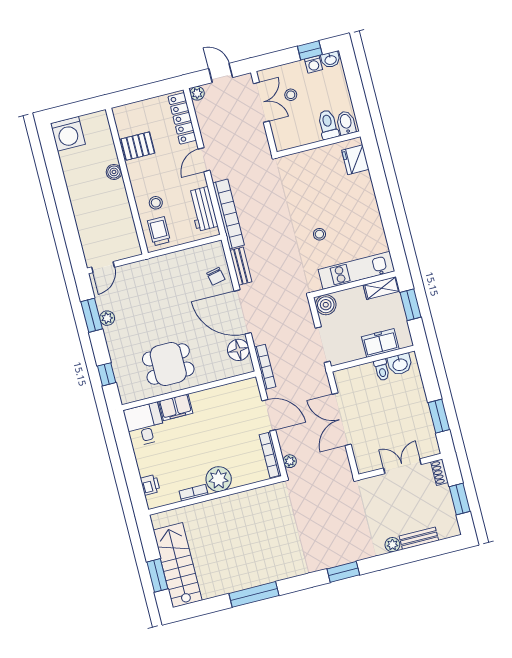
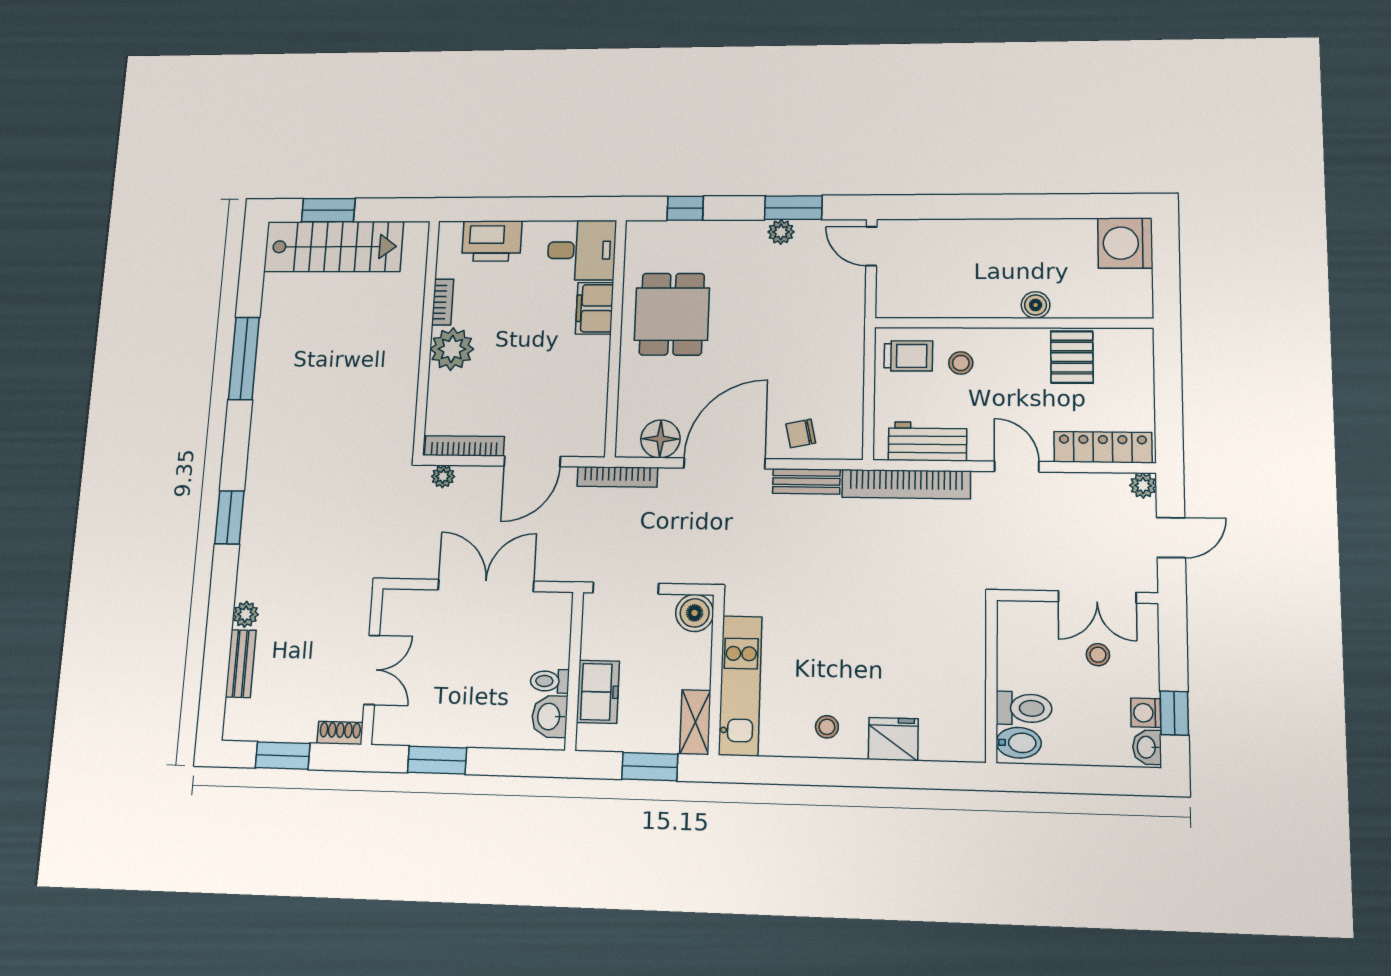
fridge: (355, 160) -> (893, 739), moved
stool: (319, 234) -> (827, 727), moved
printer: (150, 485) -> (492, 241), width x1.87, depth x1.48

